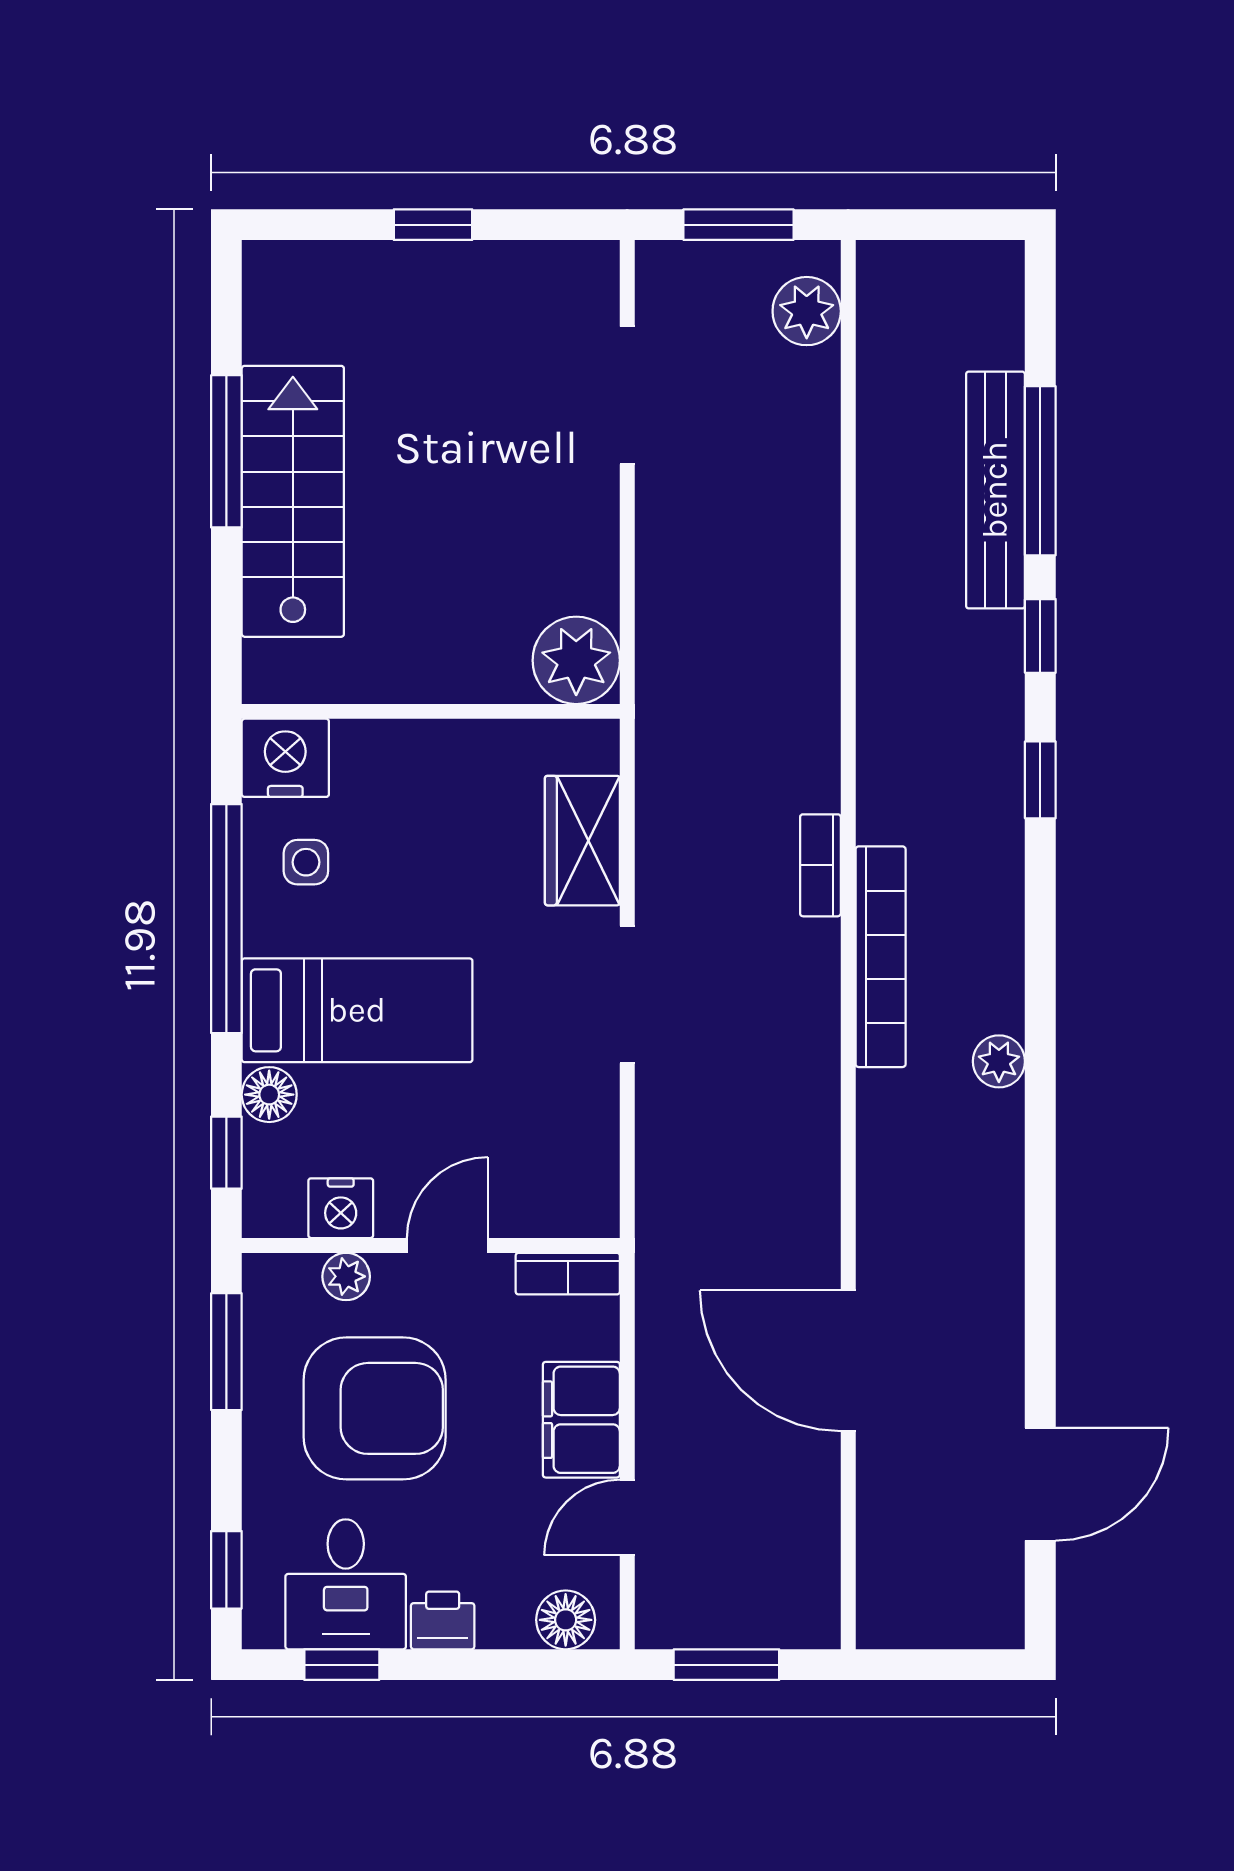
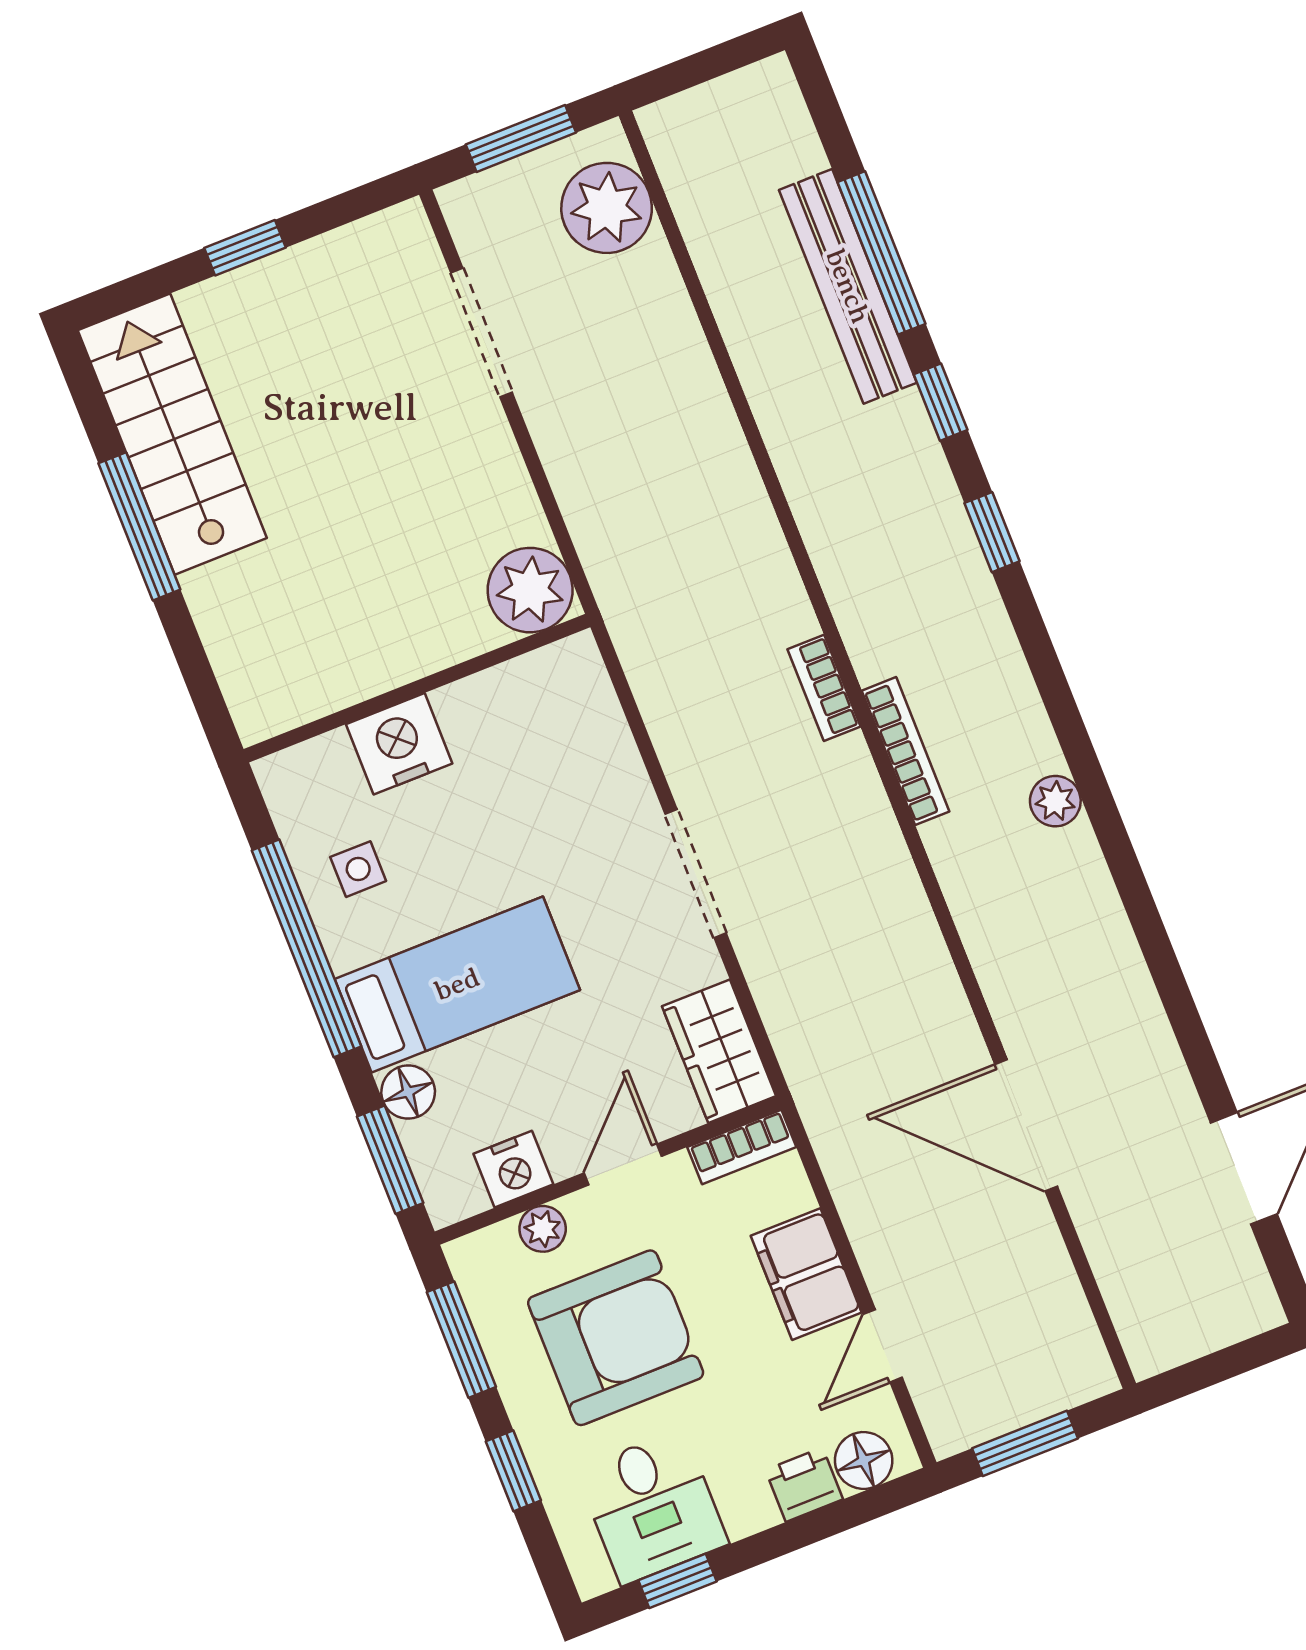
plant: (807, 311) -> (607, 208), width x1.36, depth x1.36
stairs: (293, 501) -> (172, 434), moved
nightstand: (285, 758) -> (399, 744), moved
wardrobe: (582, 841) -> (719, 1051), moved
bookcase: (881, 957) -> (906, 751), width x0.68, depth x0.76
window: (226, 1153) -> (390, 1160), width x1.50
window: (226, 1570) -> (513, 1471), moved
printer: (443, 1620) -> (804, 1485), moved

